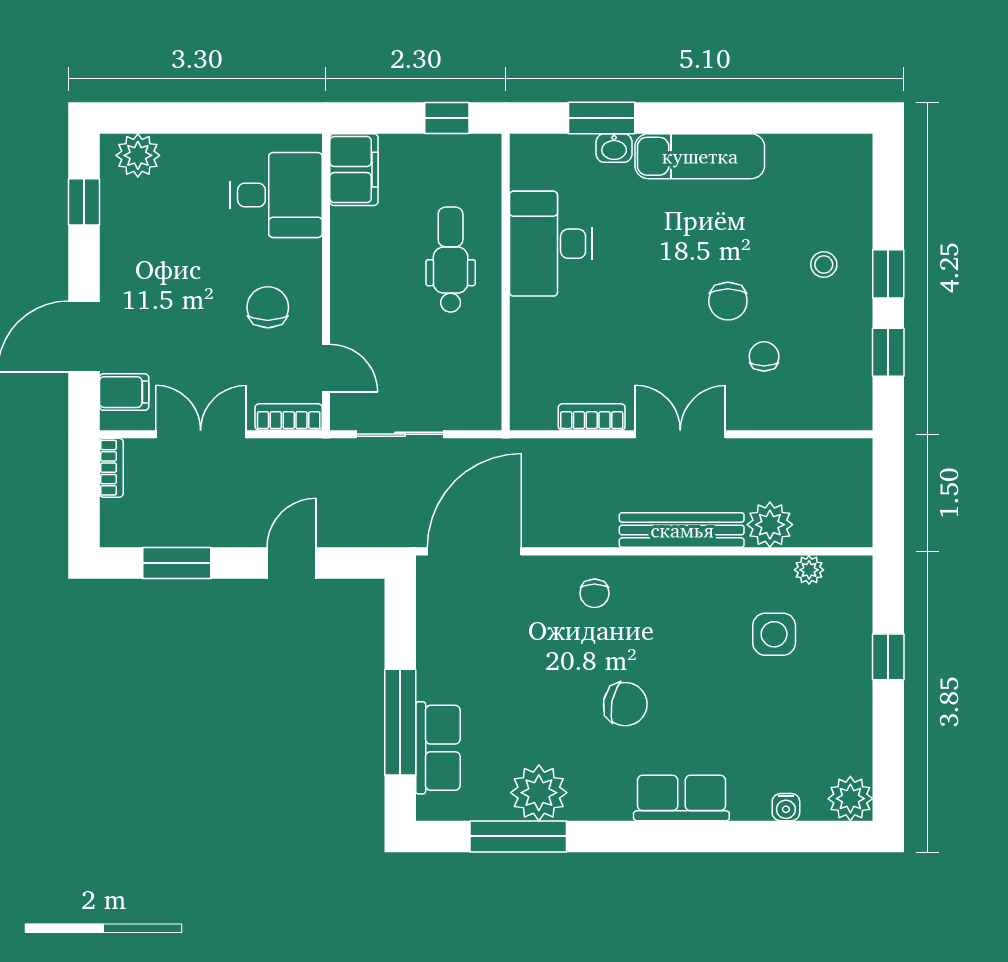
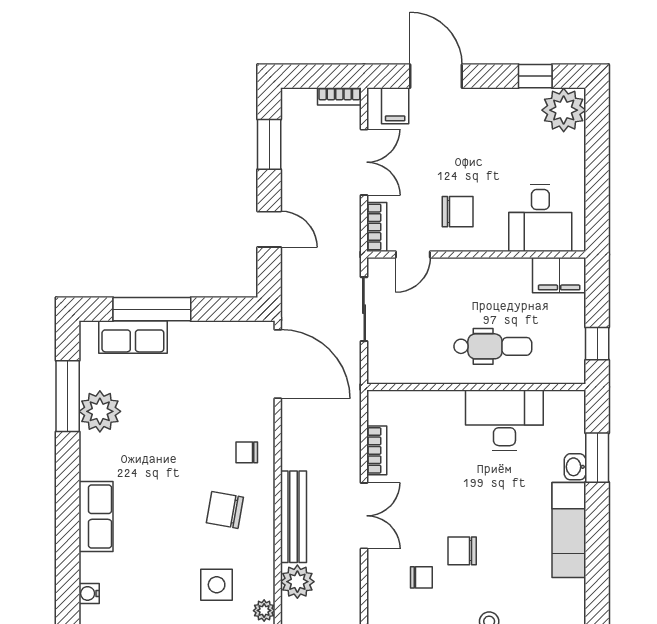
plant: (138, 155) -> (564, 110), width x1.36, depth x1.36
chair: (625, 704) -> (225, 510), moved, turned 89

